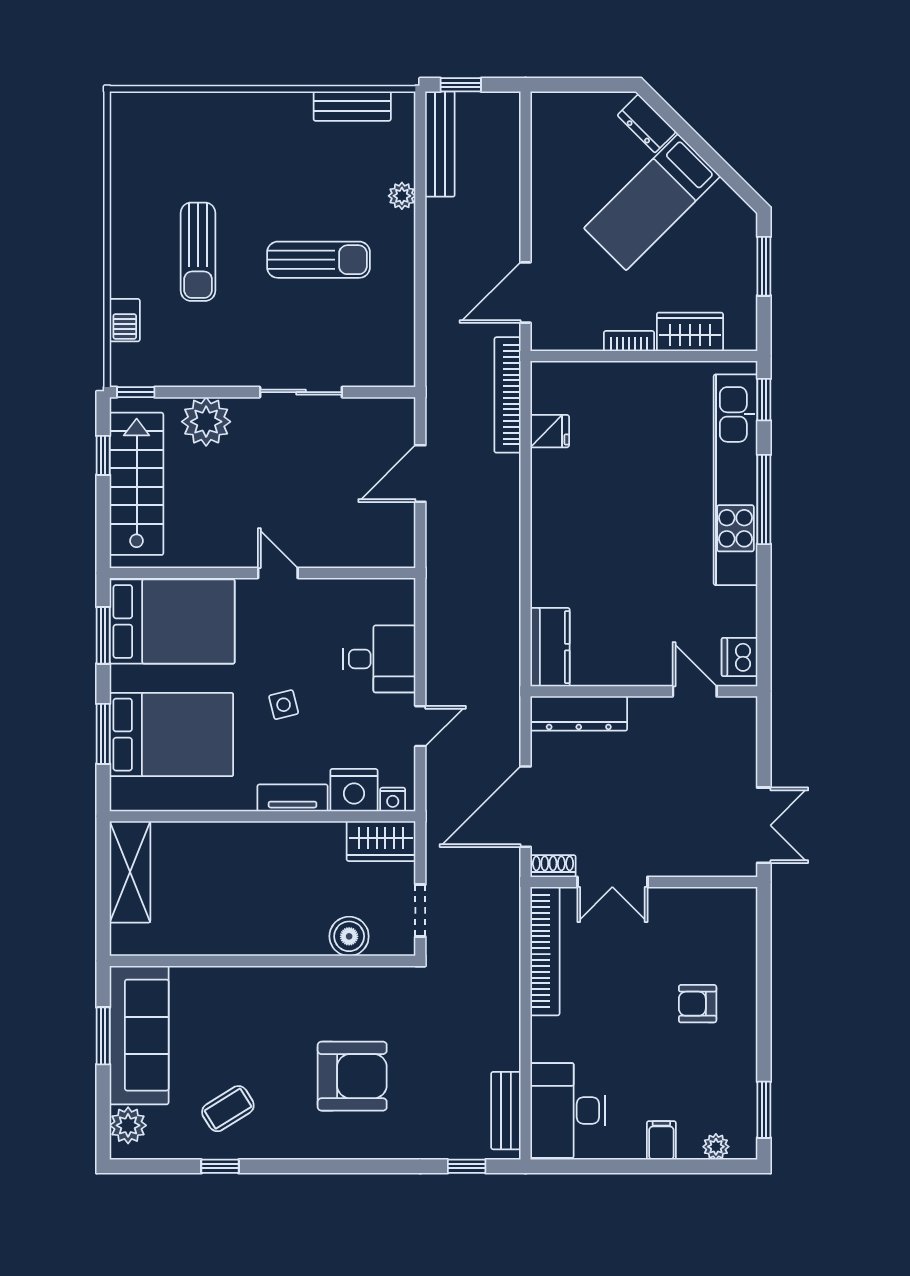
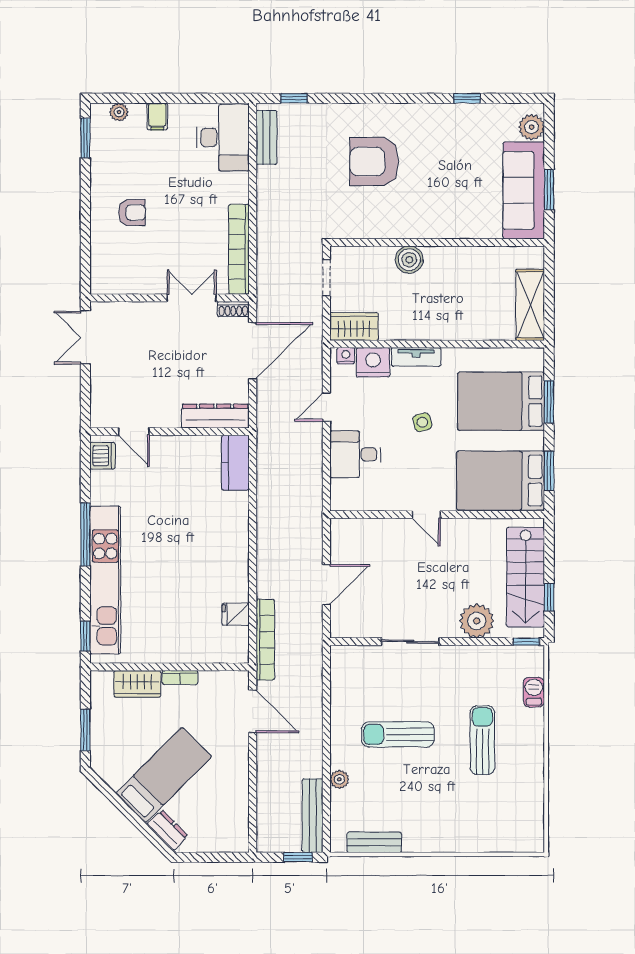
door: (526, 293) -> (253, 711), hinge flipped
window: (764, 499) -> (85, 534), moved
boiler: (349, 936) -> (409, 260), moved
coffee table: (228, 1109) -> (461, 139), removed

